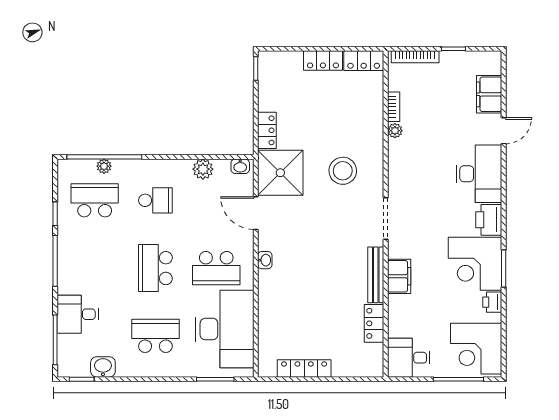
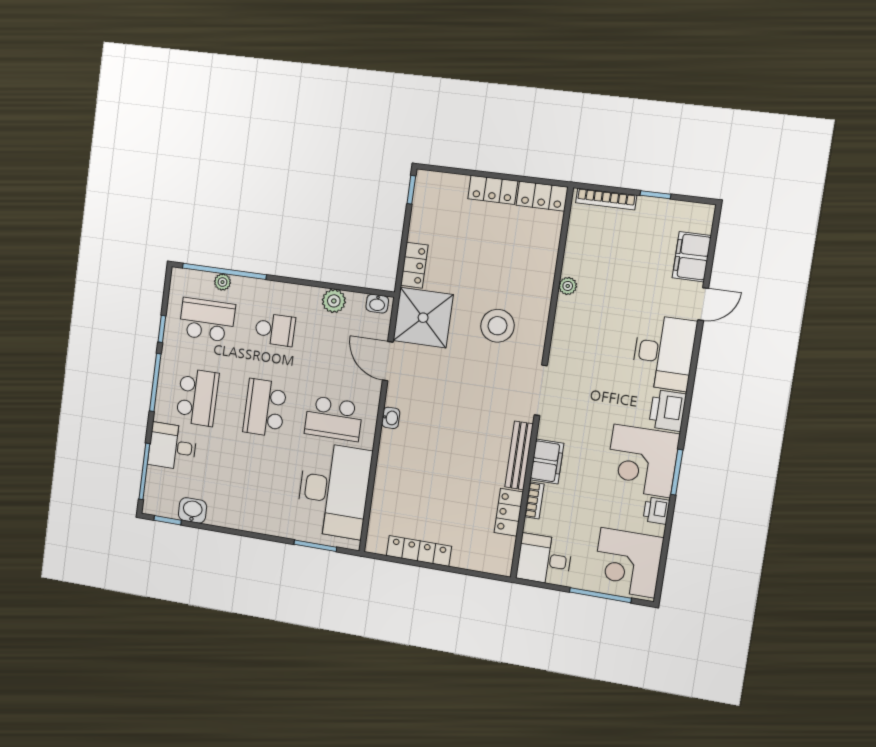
bookcase: (394, 107) -> (534, 500), moved
school desk: (155, 336) -> (197, 397), moved, turned 90

